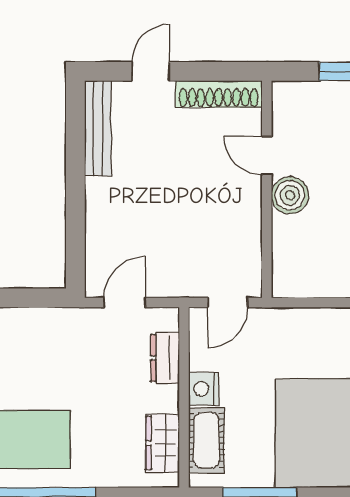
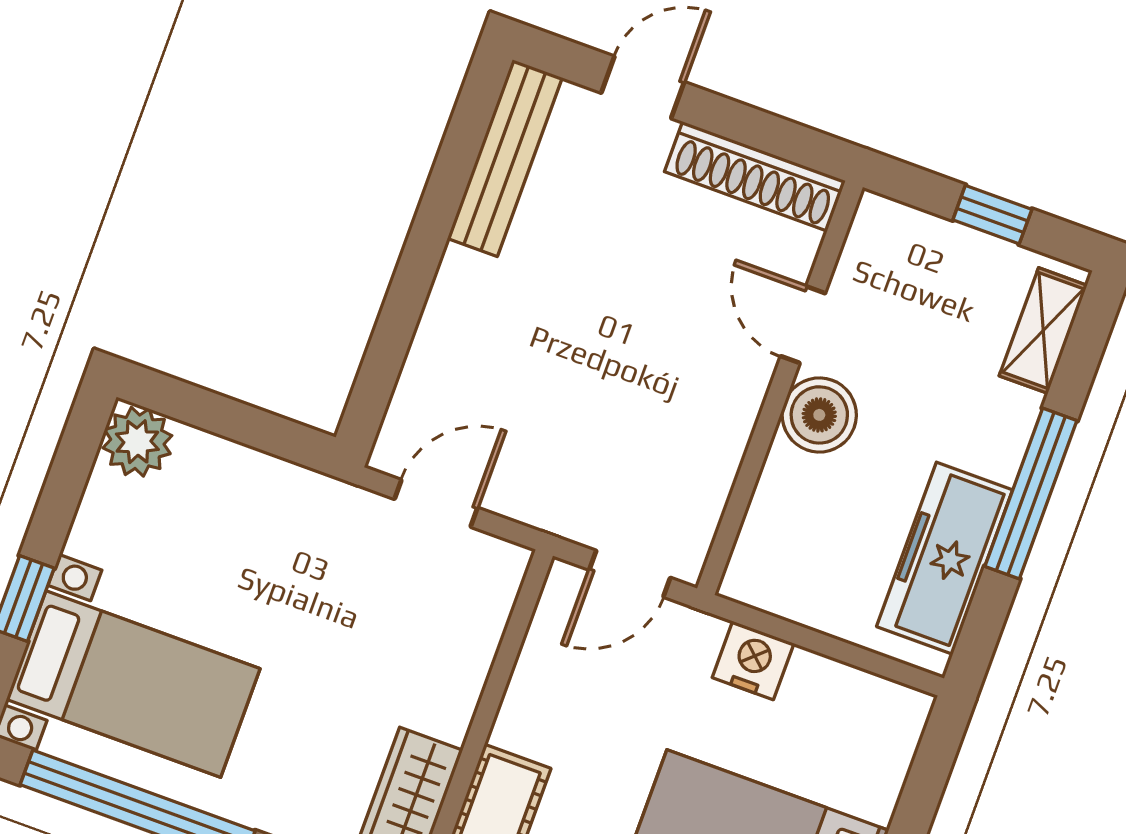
dresser: (165, 358) -> (474, 635), removed
nightstand: (204, 389) -> (753, 660), moved, turned 90

